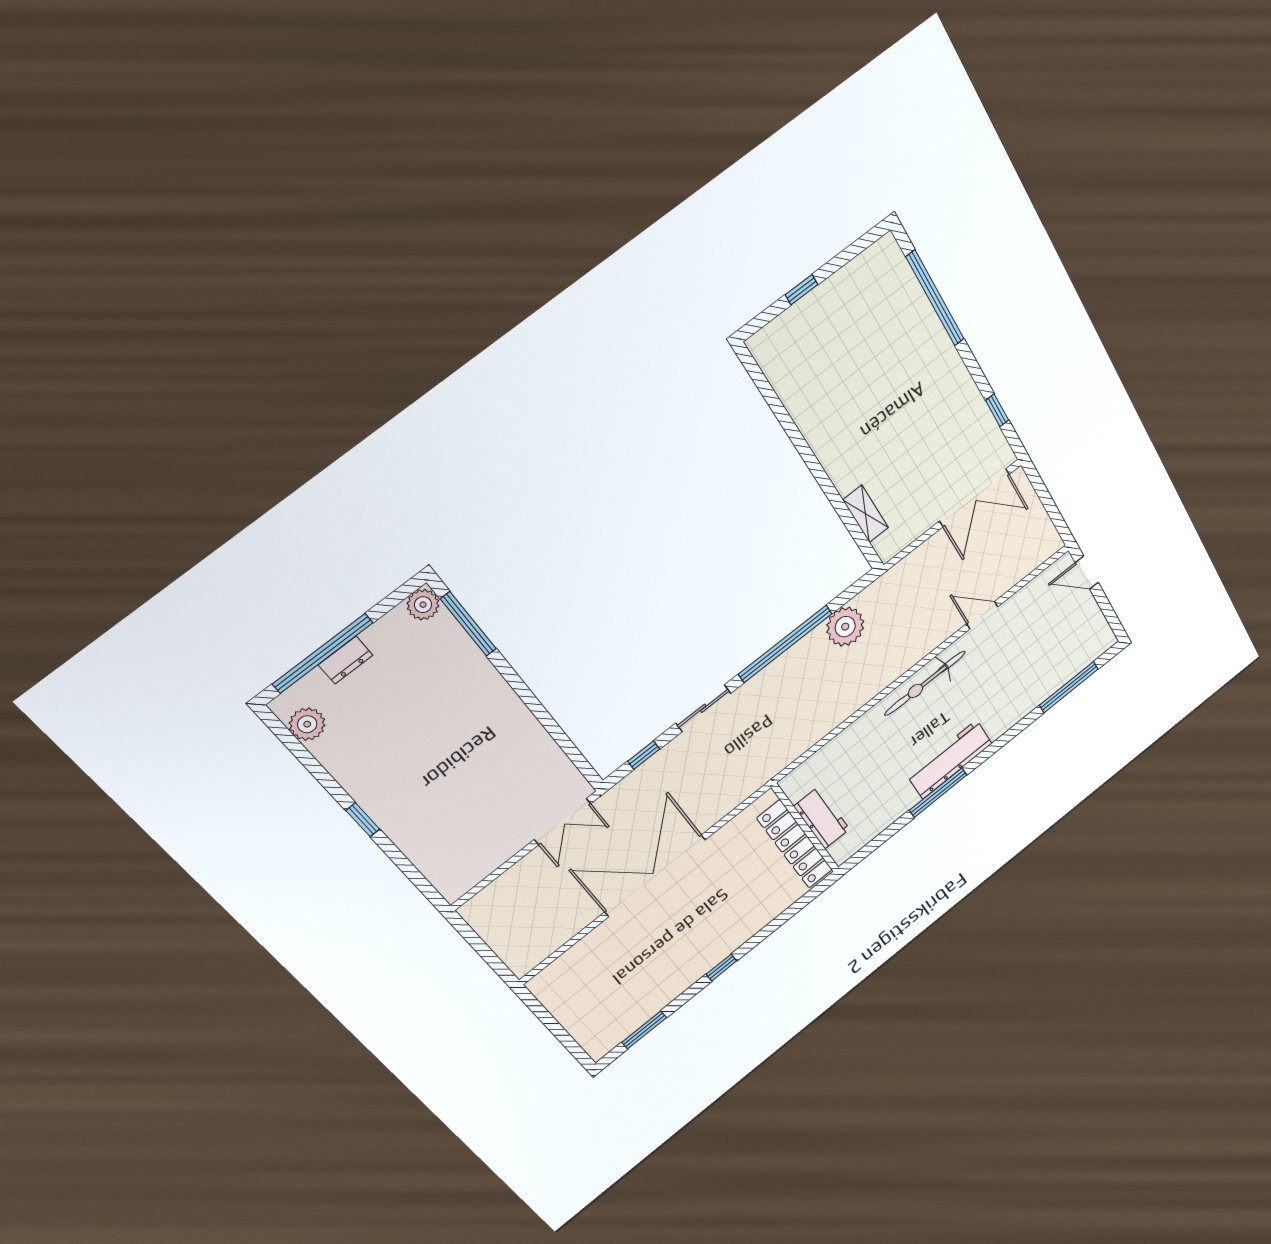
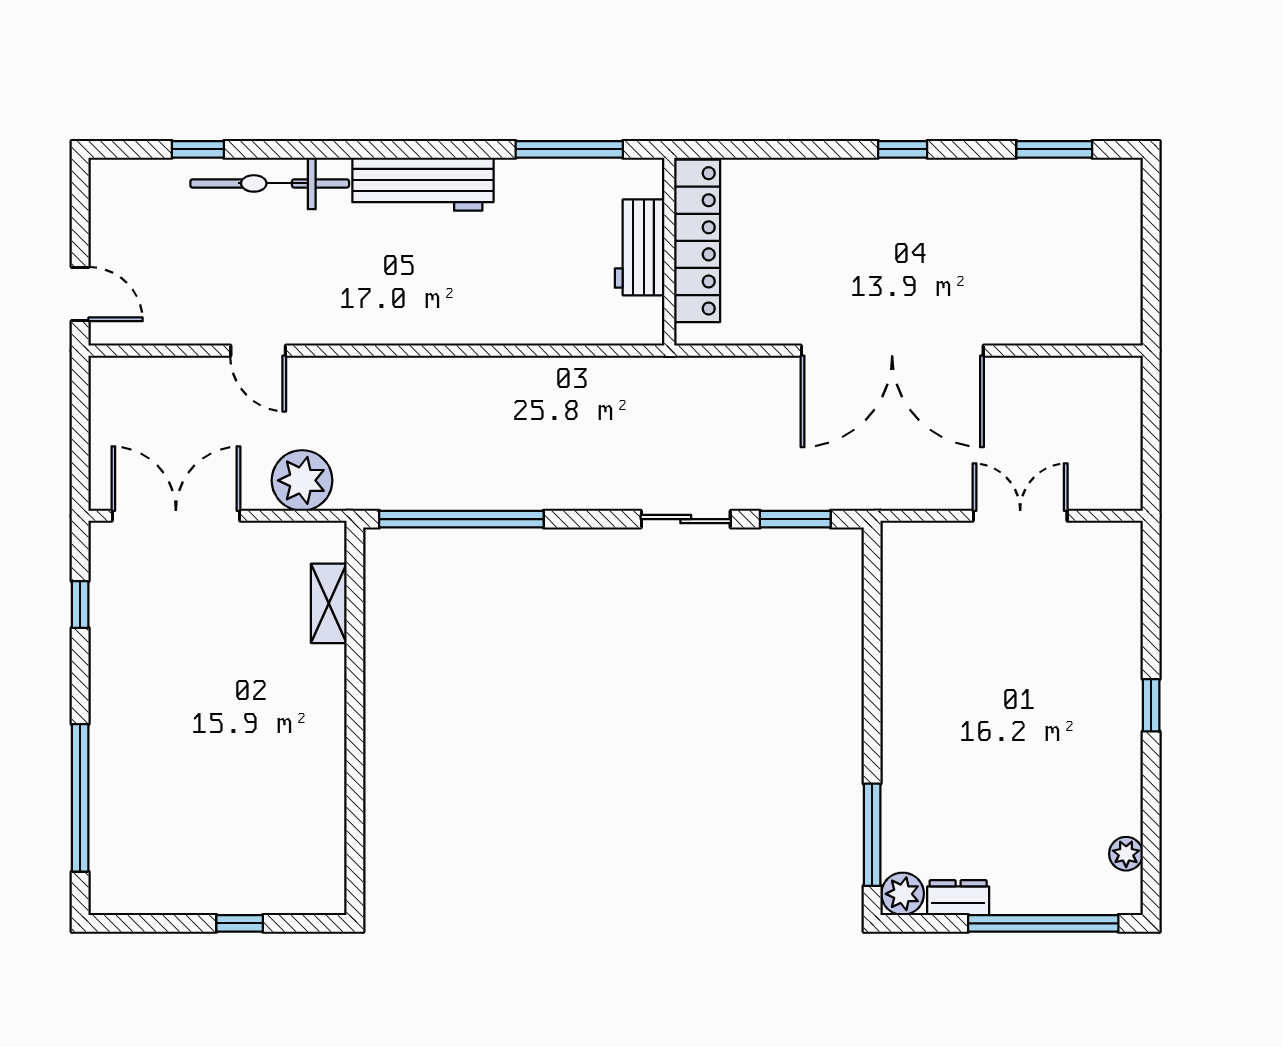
plant: (845, 627) -> (302, 480), moved
window: (785, 644) -> (461, 519), moved
dresser: (346, 660) -> (958, 898), moved
bicycle: (925, 683) -> (270, 183), moved, turned 180
window: (1069, 687) -> (198, 149), width x0.46
plant: (307, 724) -> (1126, 854), width x0.73, depth x0.73
window: (644, 755) -> (795, 519), width x1.50
window: (938, 793) -> (569, 149), moved
double door: (563, 822) -> (1020, 516), moved

